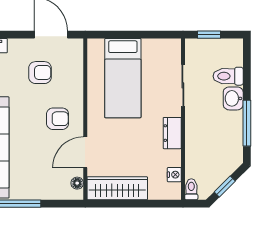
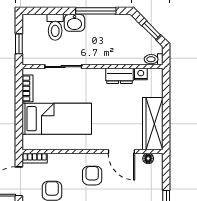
bookcase: (158, 44) -> (28, 88), added
bookcase: (78, 53) -> (35, 158), added
dresser: (172, 133) -> (119, 76), moved

